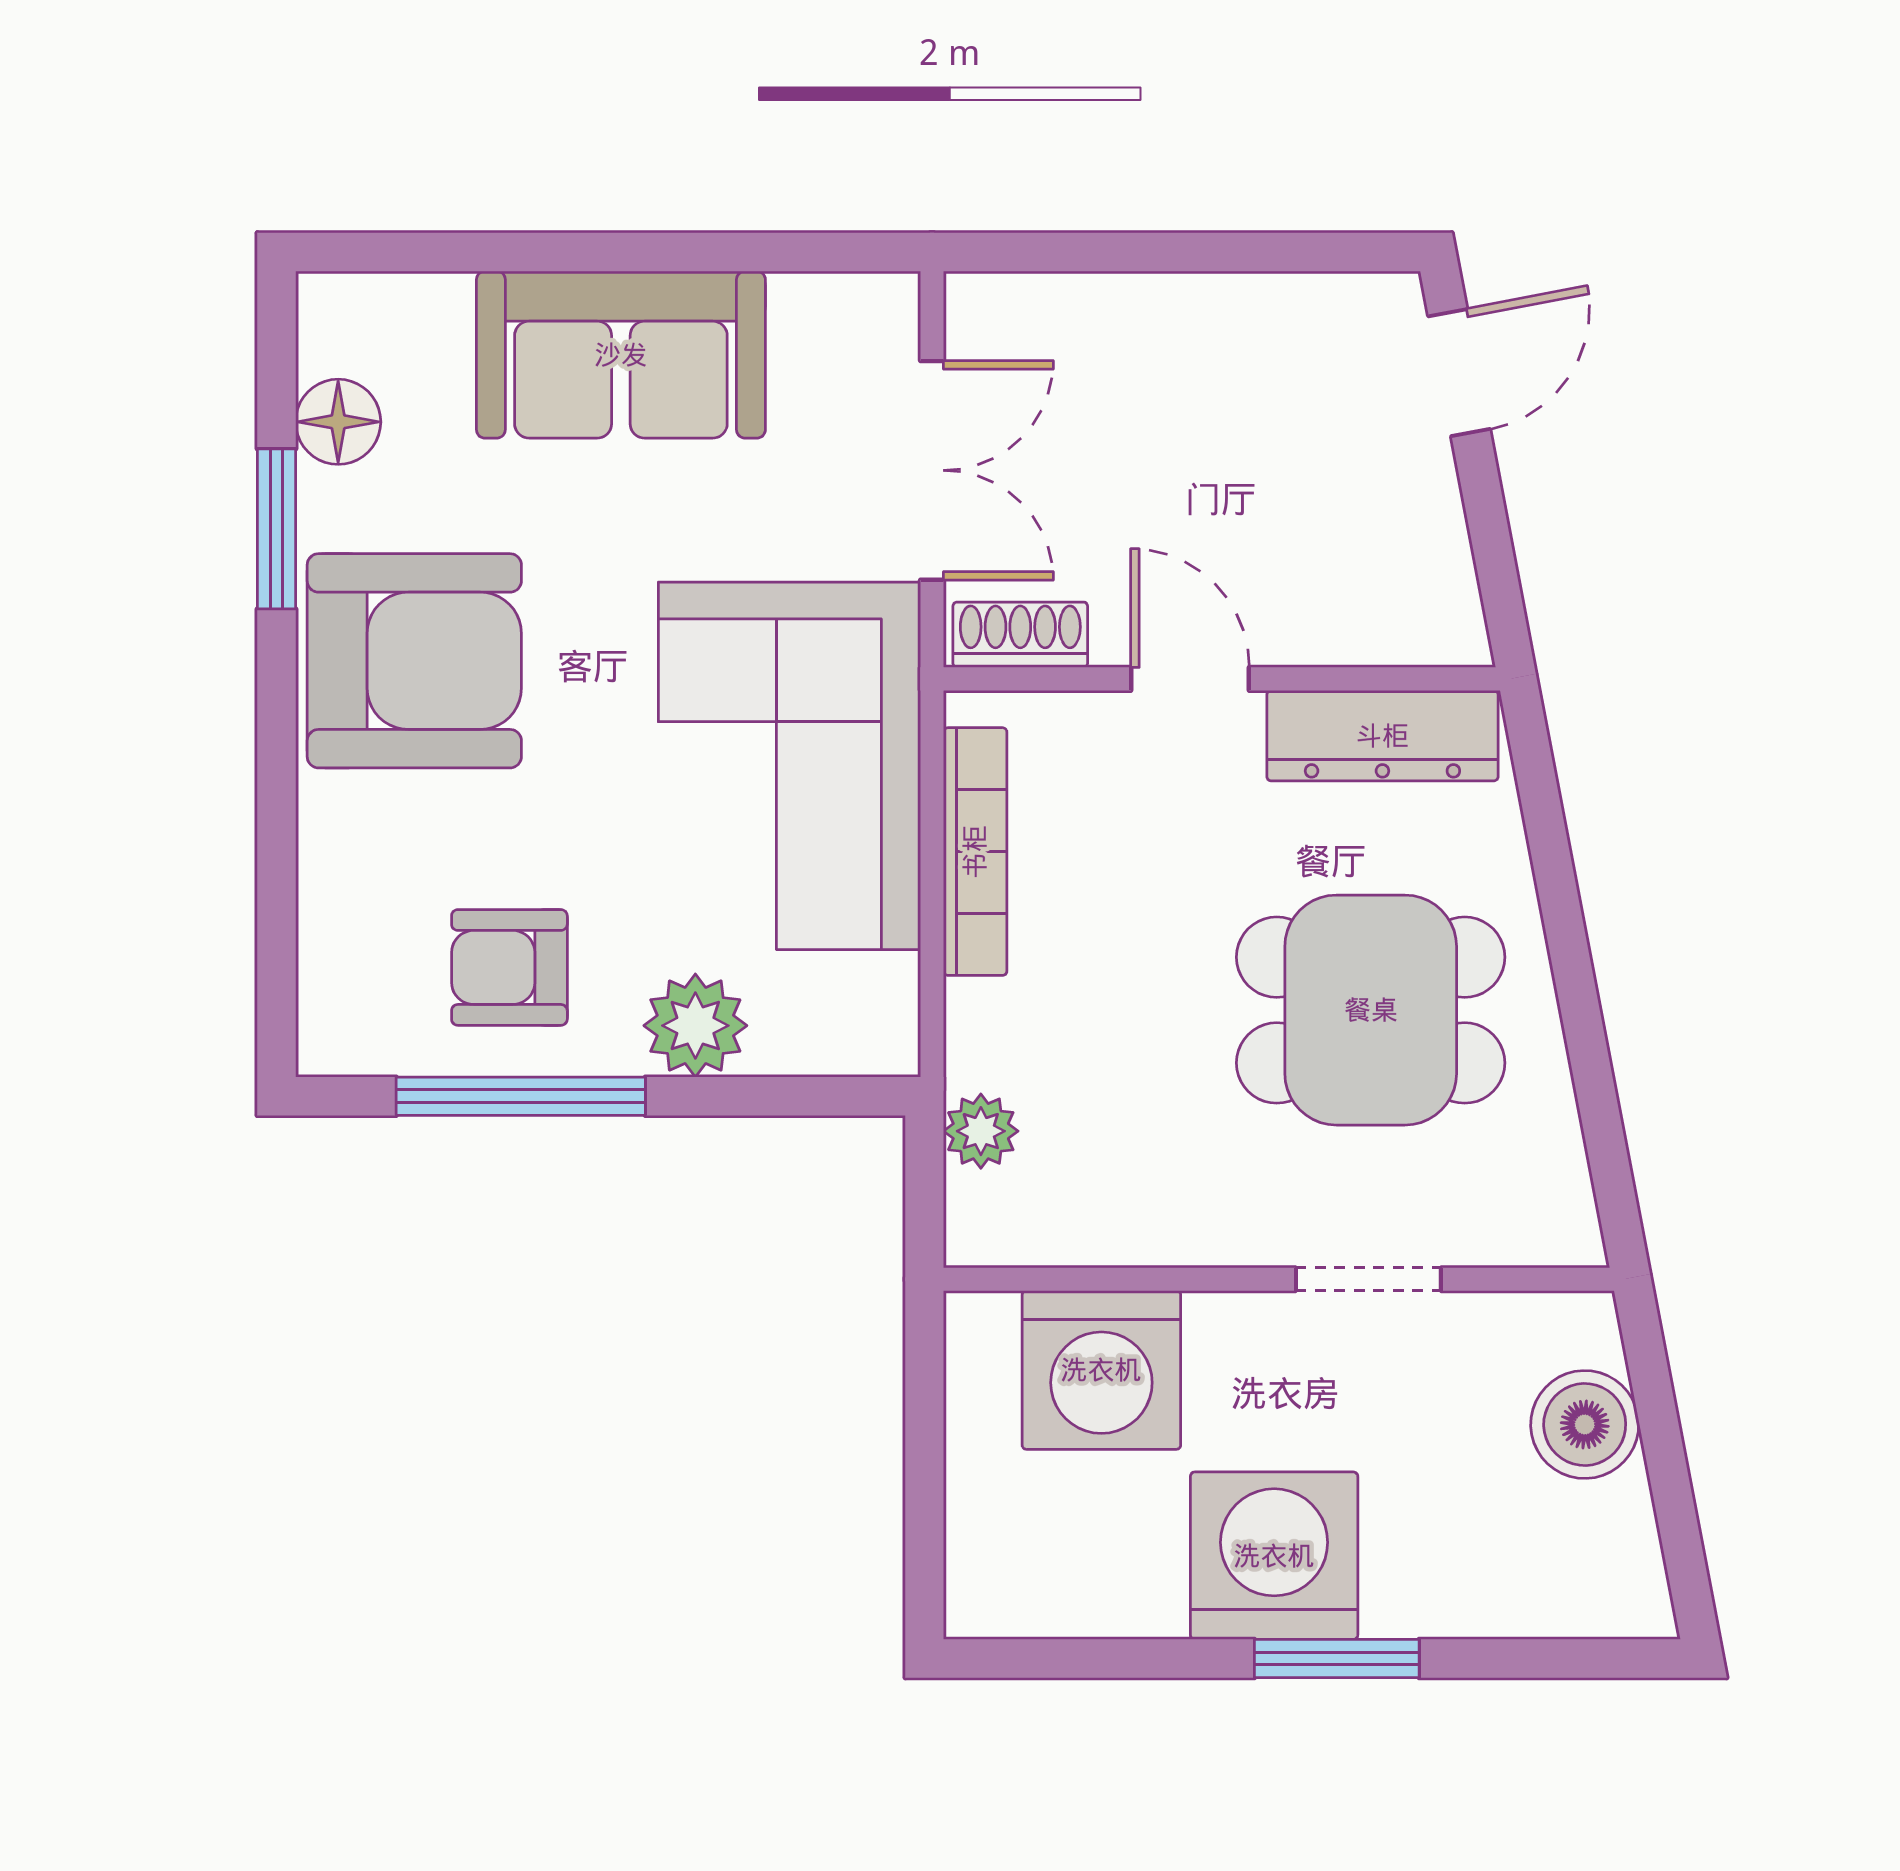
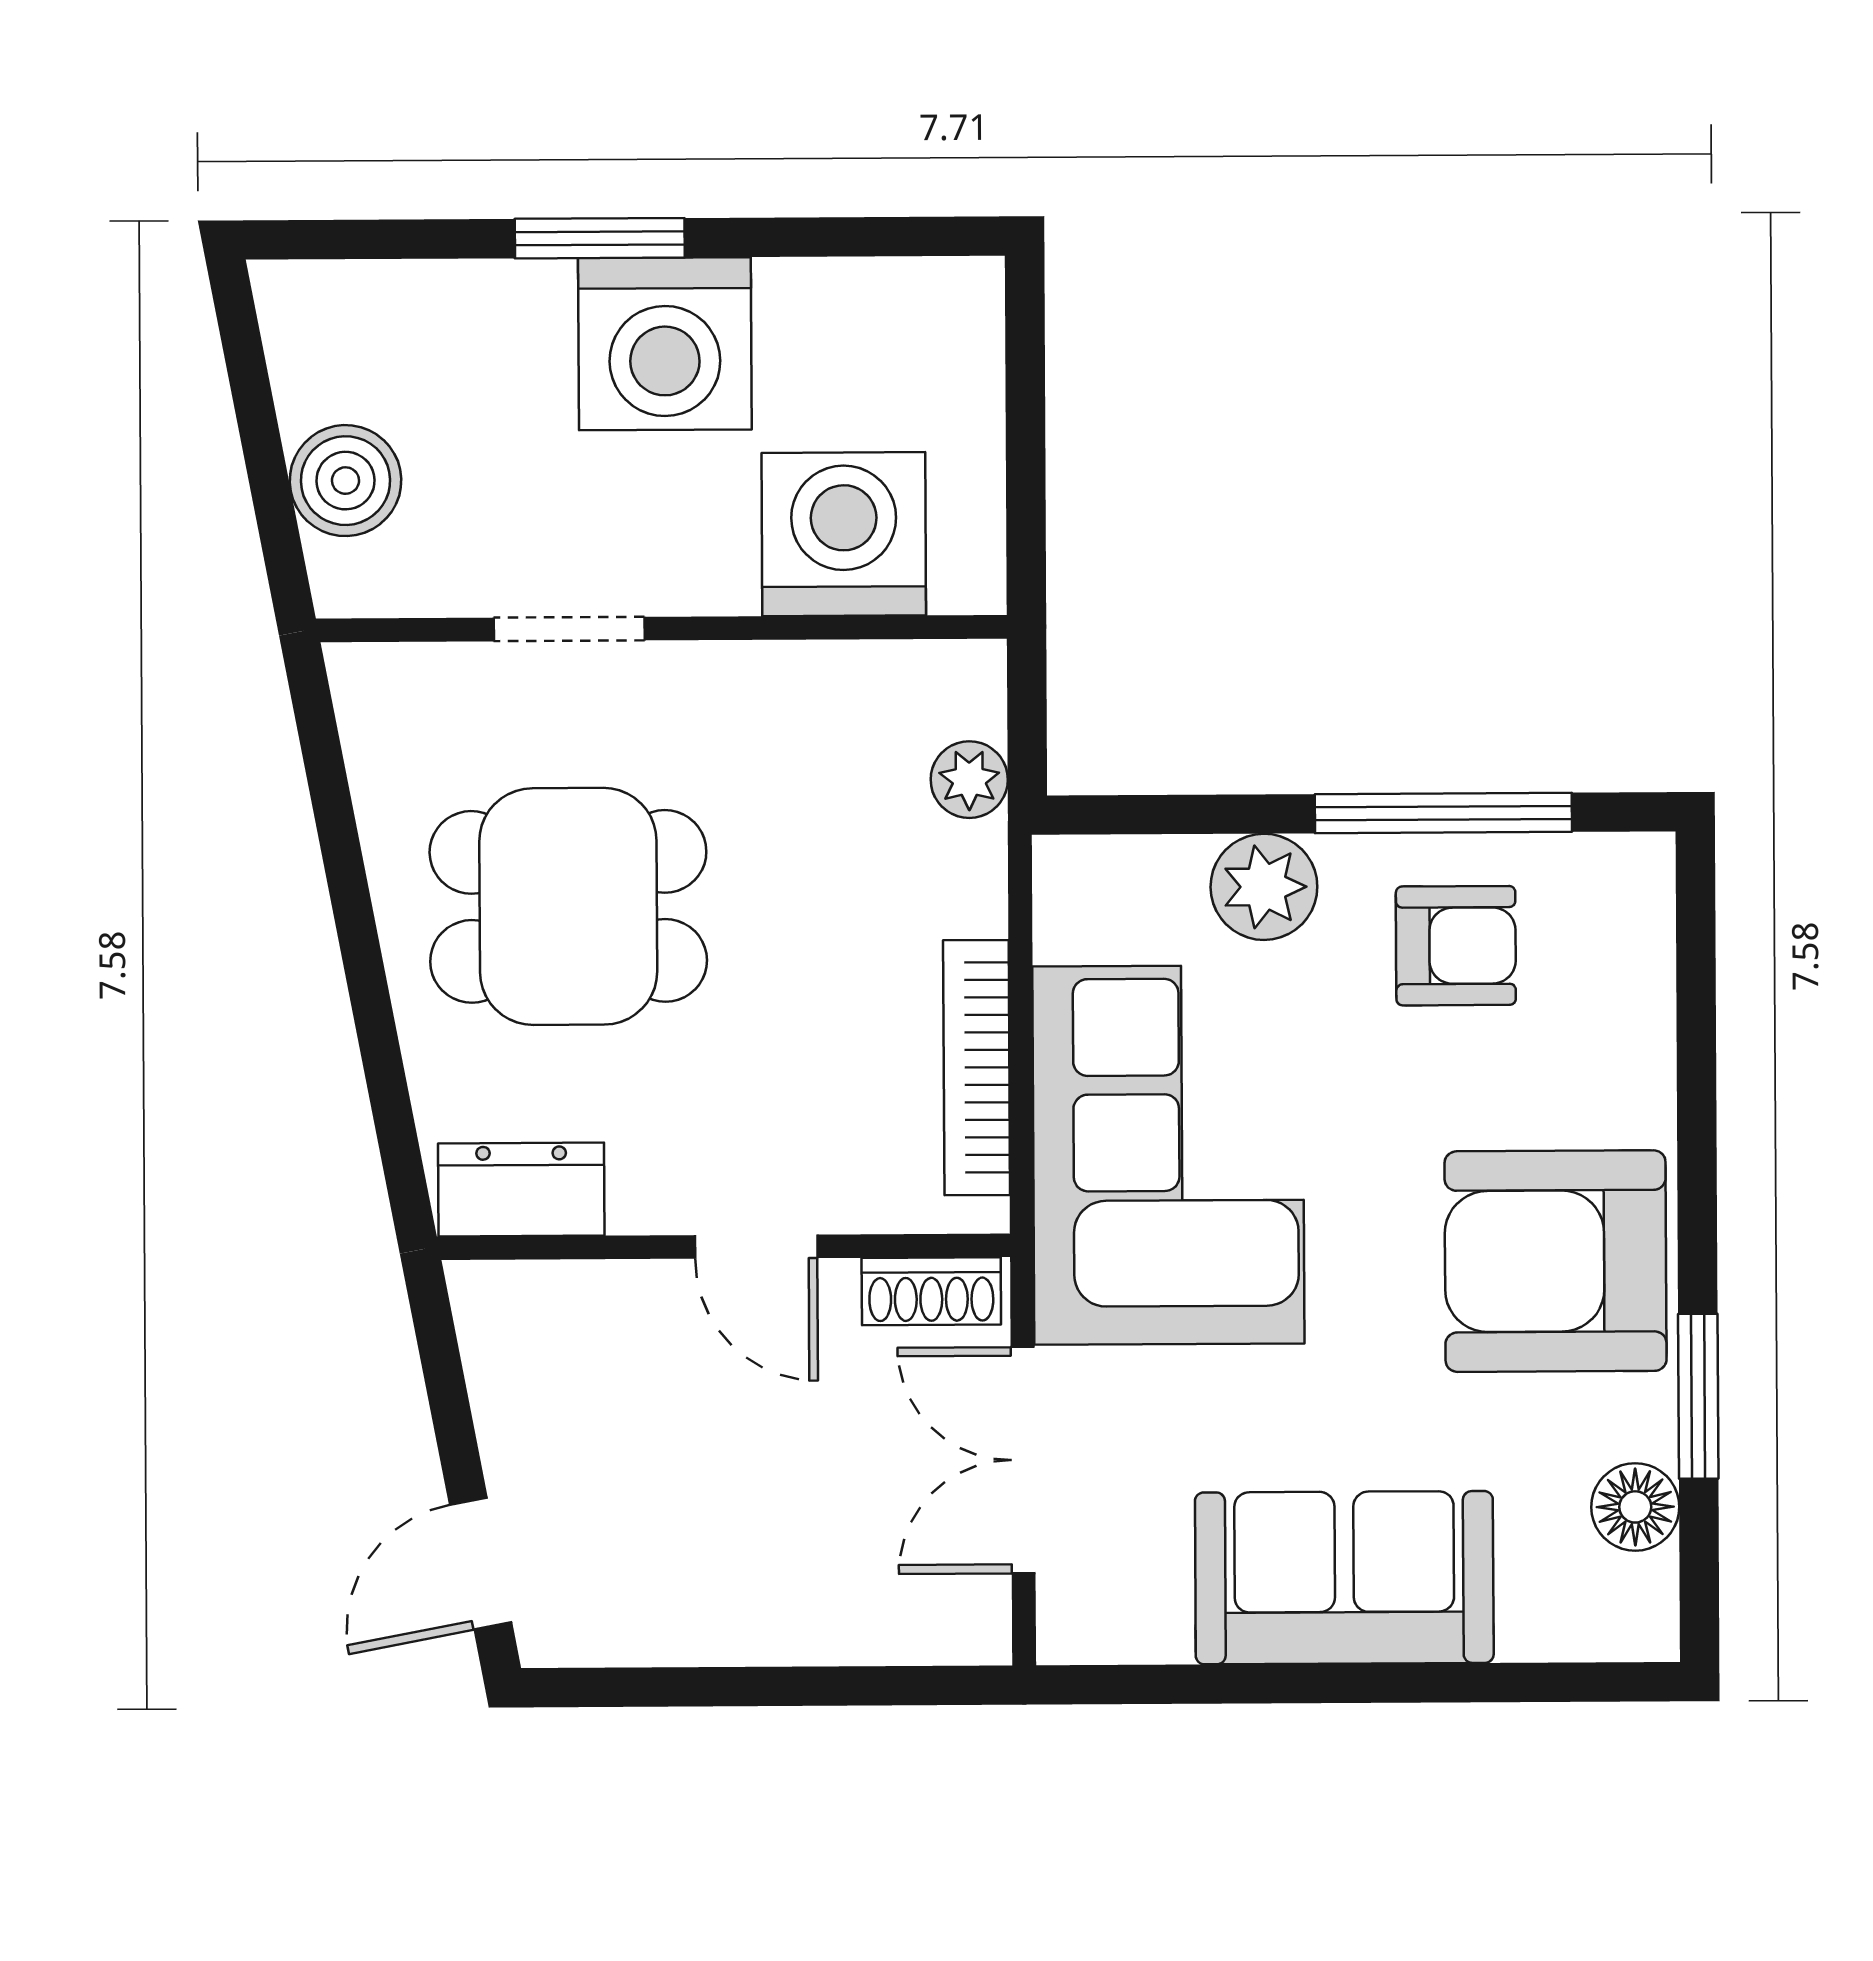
dresser: (1382, 736) -> (521, 1189), width x0.70

